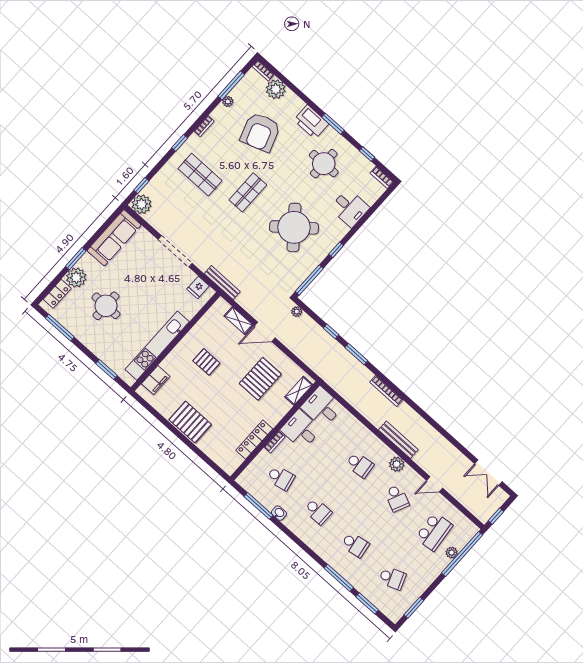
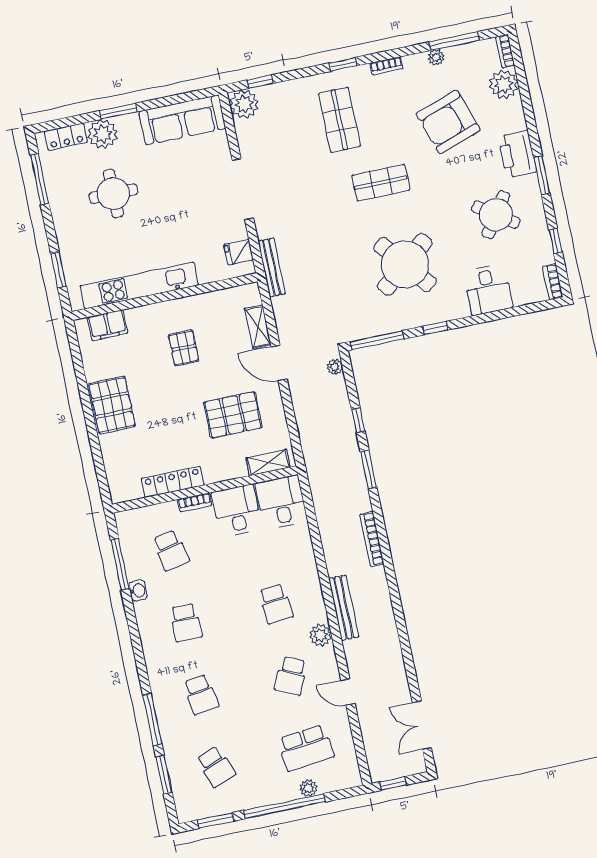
round table: (324, 164) -> (496, 215), turned 34
window: (462, 554) -> (284, 806), moved

